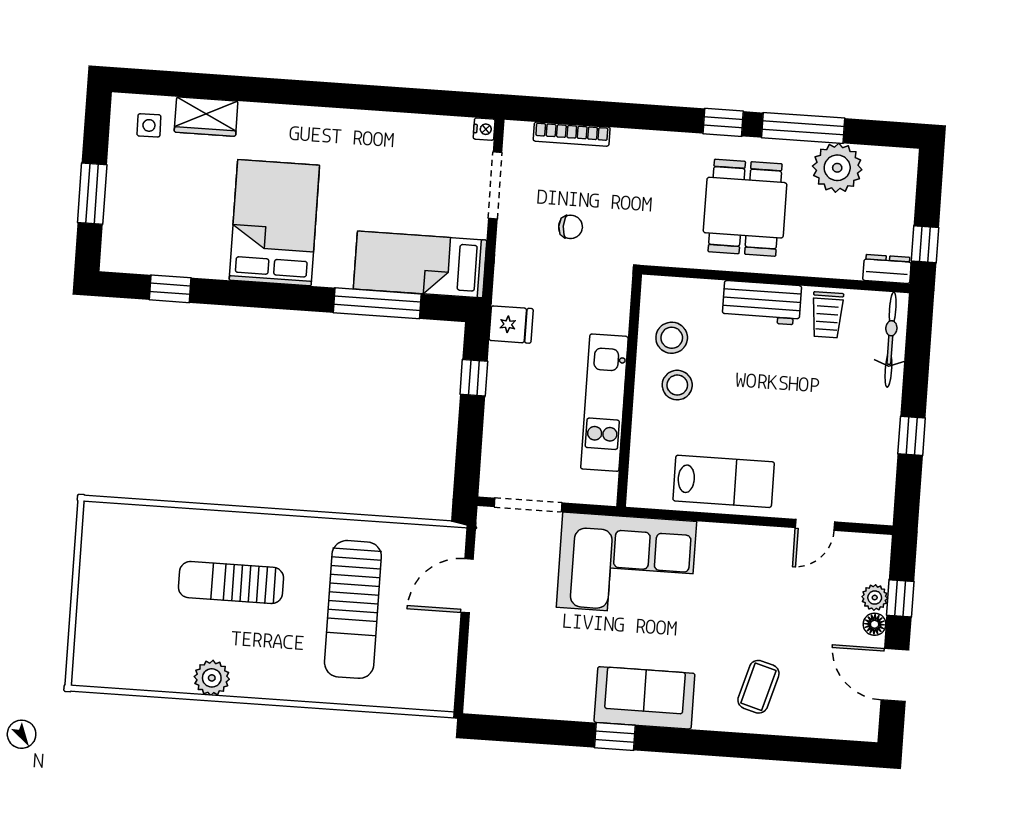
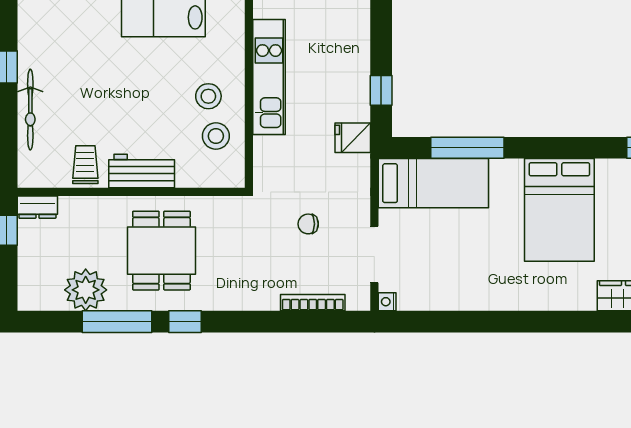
bicycle: (891, 340) -> (30, 110), moved

